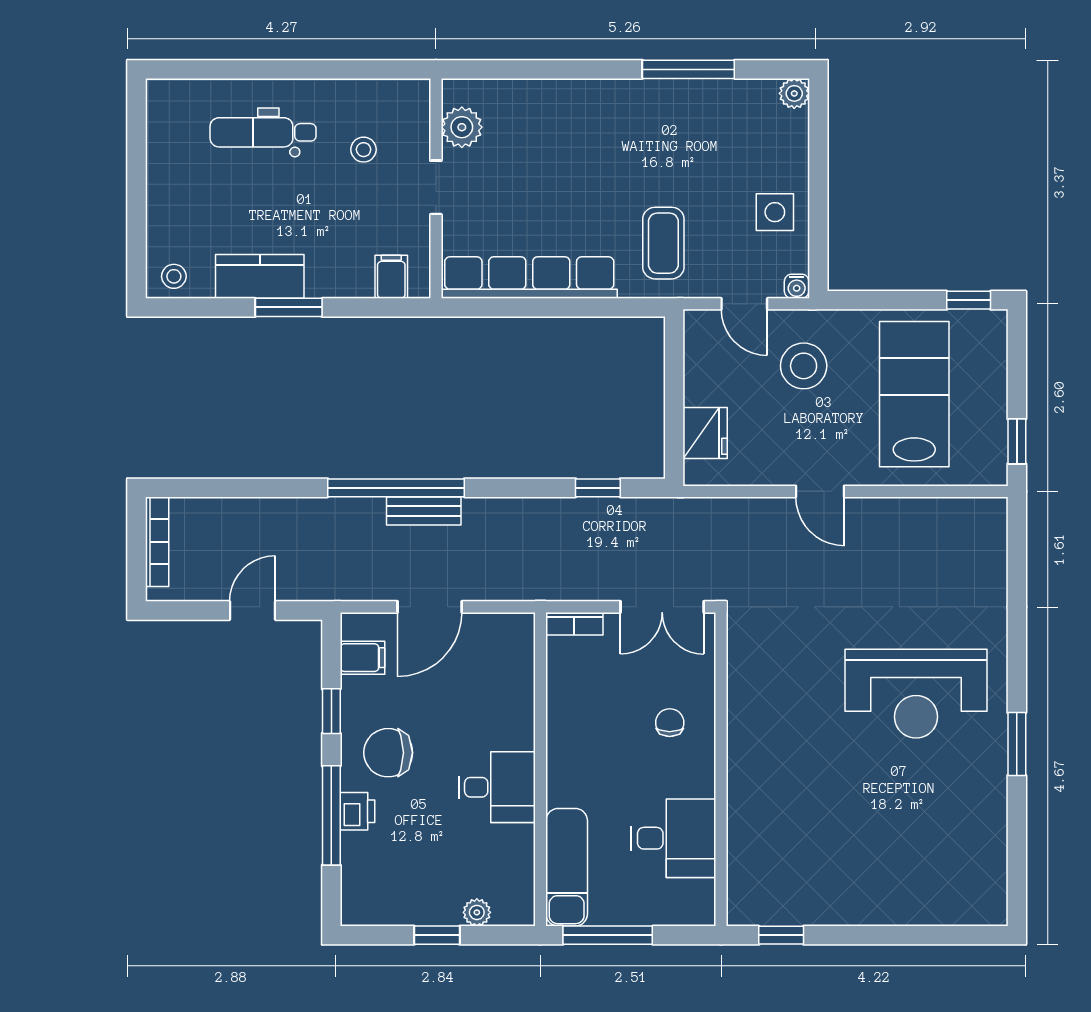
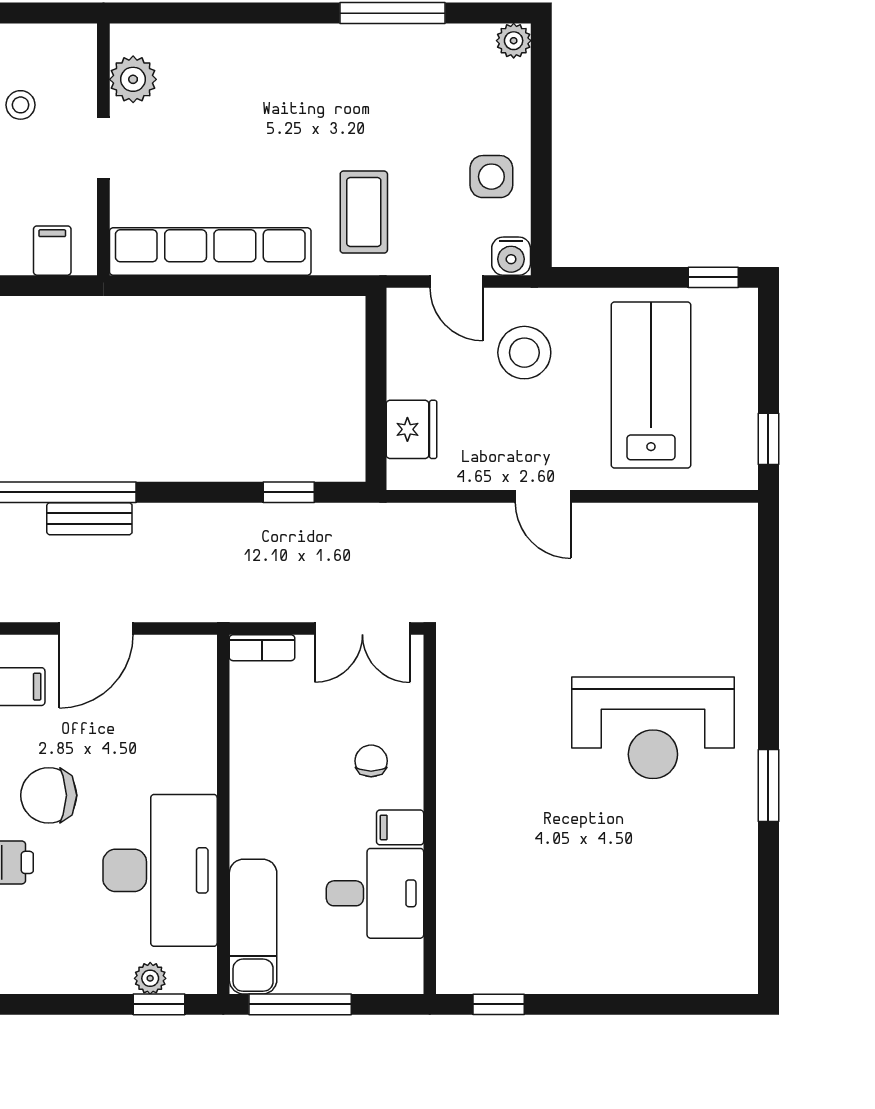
water cooler: (797, 286) -> (511, 256), width x1.38, depth x1.38
filing cabinet: (695, 781) -> (400, 827), added
desk: (497, 787) -> (160, 870), width x1.87, depth x1.30
window: (437, 935) -> (159, 1004), moved

